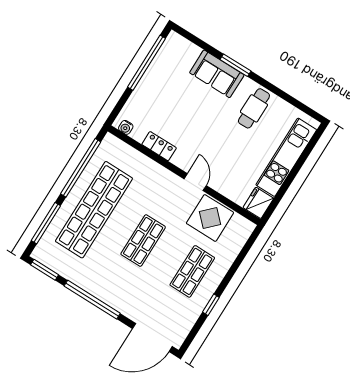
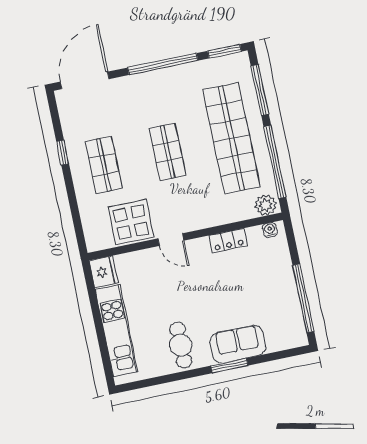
plant: (113, 146) -> (266, 205), added

